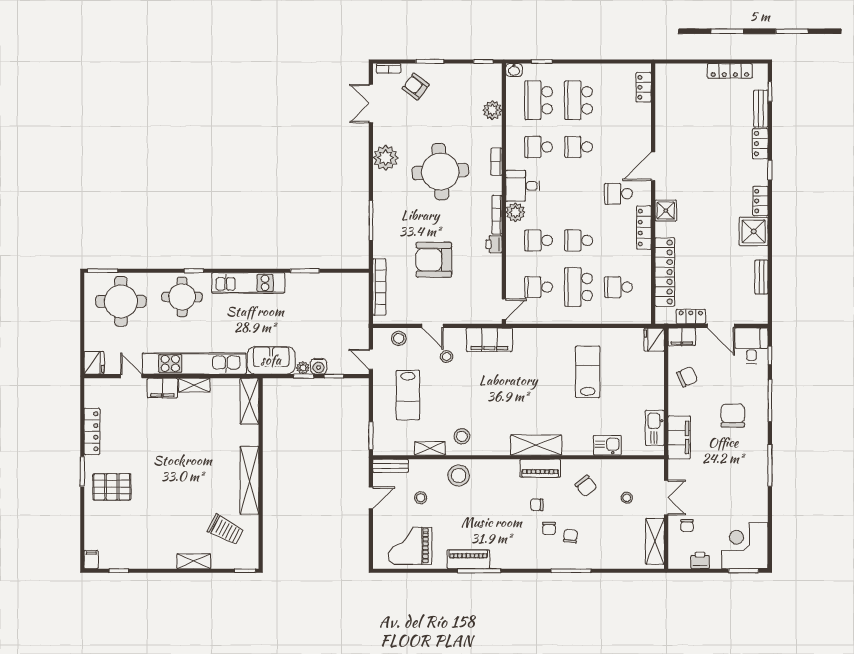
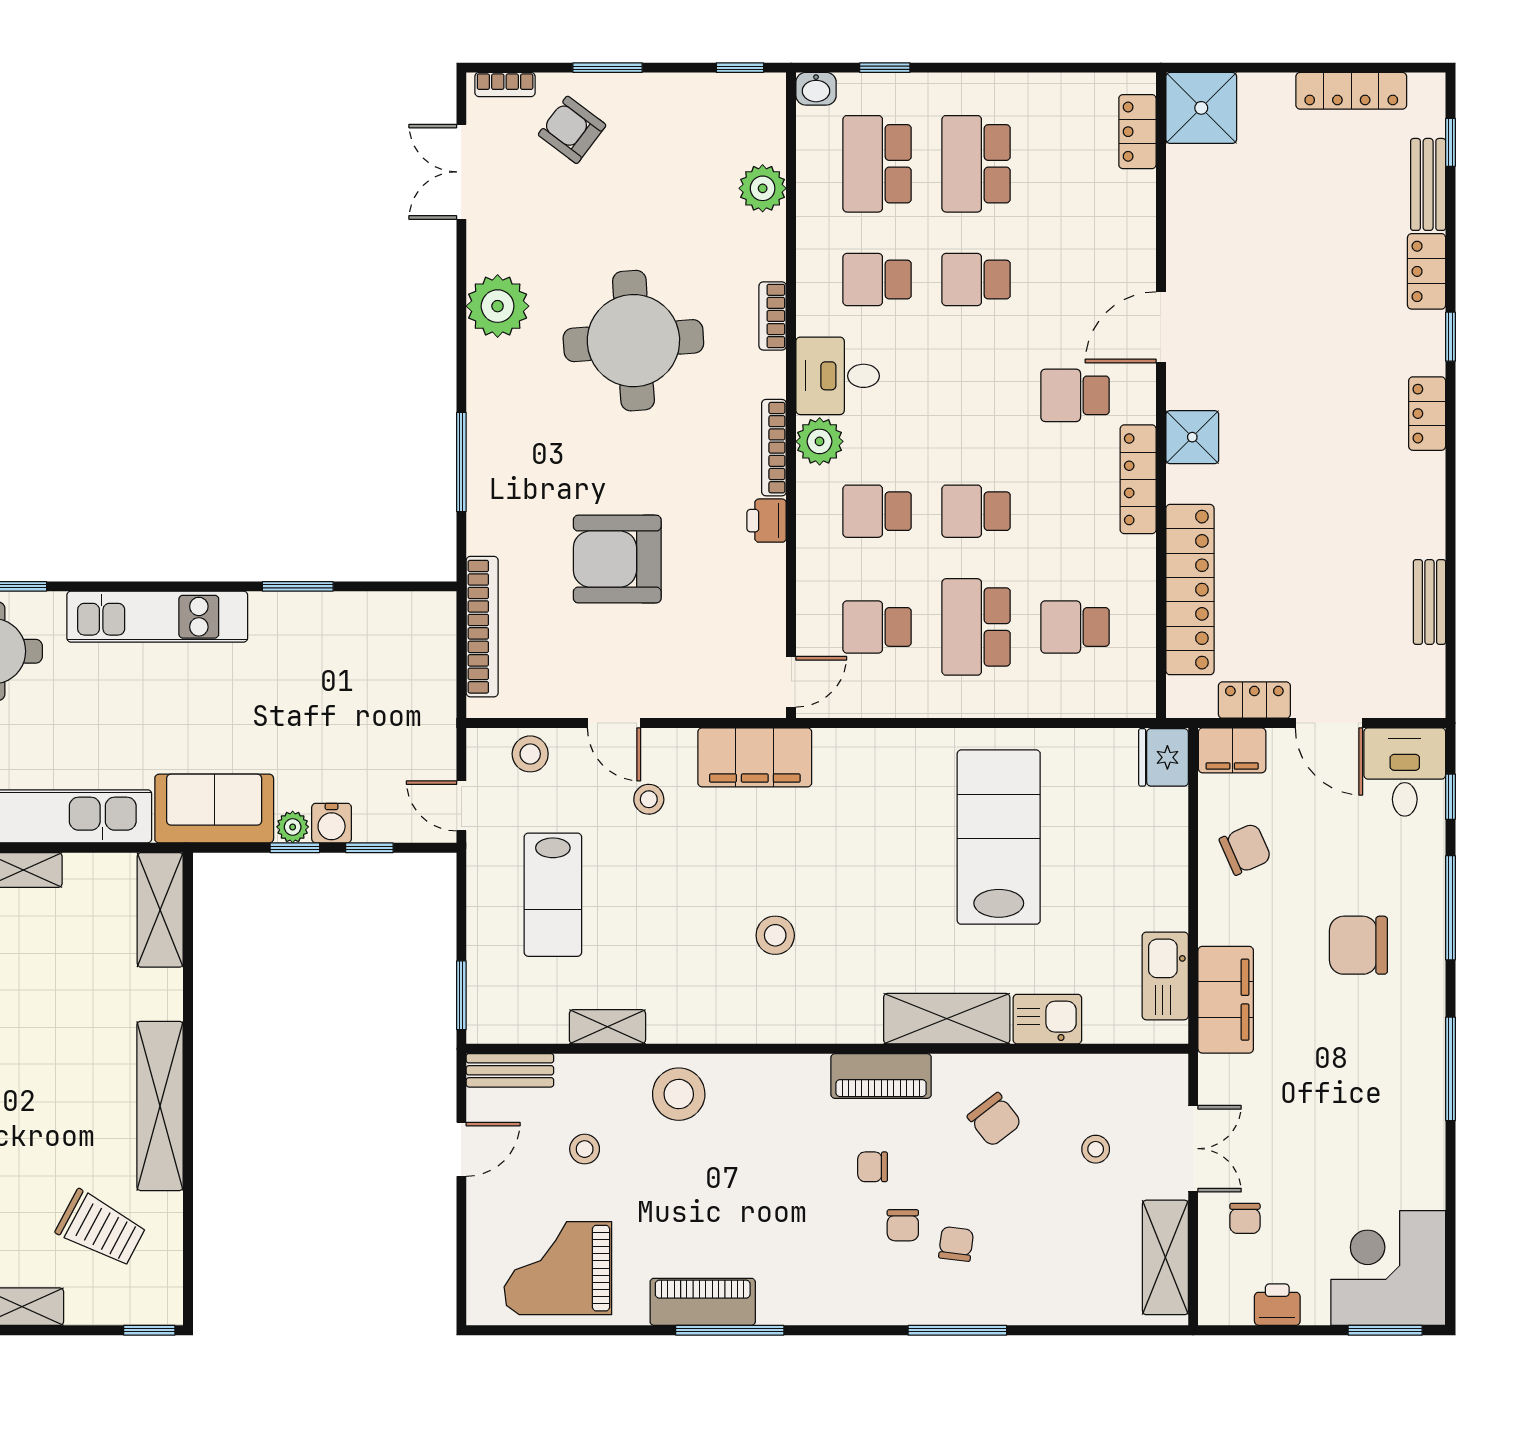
shower: (754, 231) -> (1201, 108), moved
lab bench: (588, 372) -> (999, 837), width x1.36, depth x1.39
chair: (733, 415) -> (1358, 945), turned -90
stool: (462, 436) -> (775, 935), moved
shelving: (536, 445) -> (947, 1019), moved

